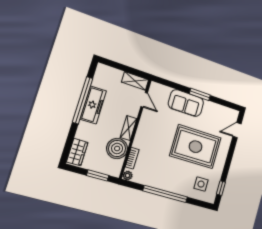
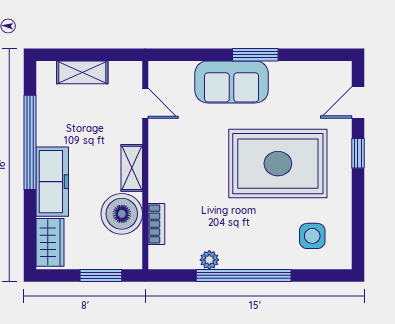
shelving: (135, 81) -> (82, 72), moved
freezer: (93, 105) -> (52, 182), moved
plant: (128, 176) -> (209, 260), moved
window: (221, 188) -> (358, 153), moved

